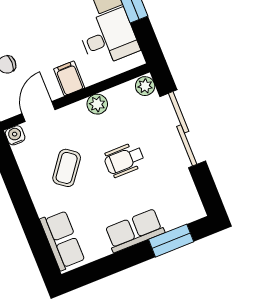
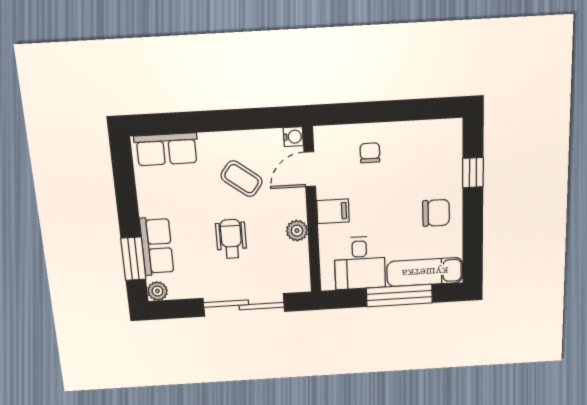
plant: (145, 86) -> (157, 291), moved
door: (39, 112) -> (310, 169), swing flipped
row of seats: (134, 231) -> (157, 246), moved

